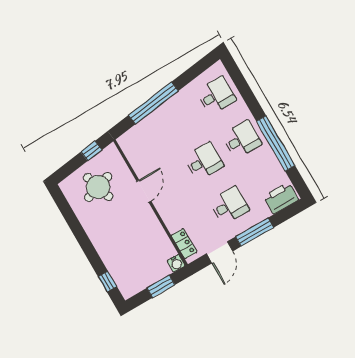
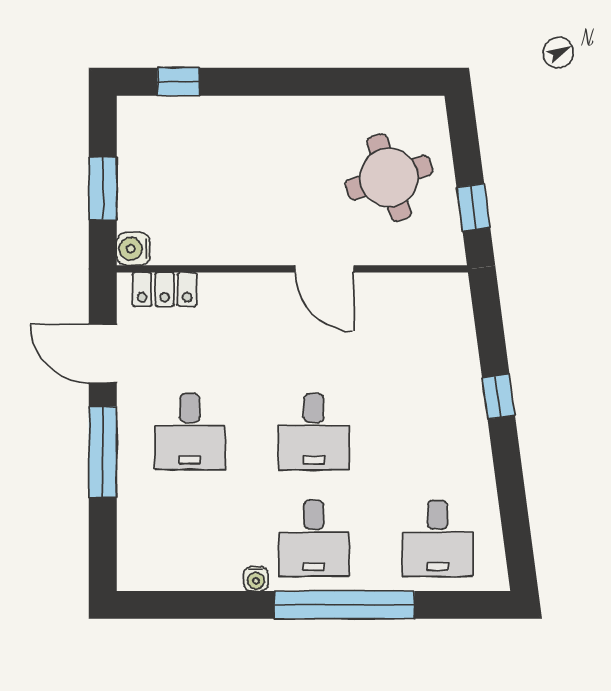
window: (153, 103) -> (499, 397), width x0.32
window: (276, 143) -> (344, 605), moved
water cooler: (268, 152) -> (256, 579), added
printer: (281, 198) -> (142, 549), removed

